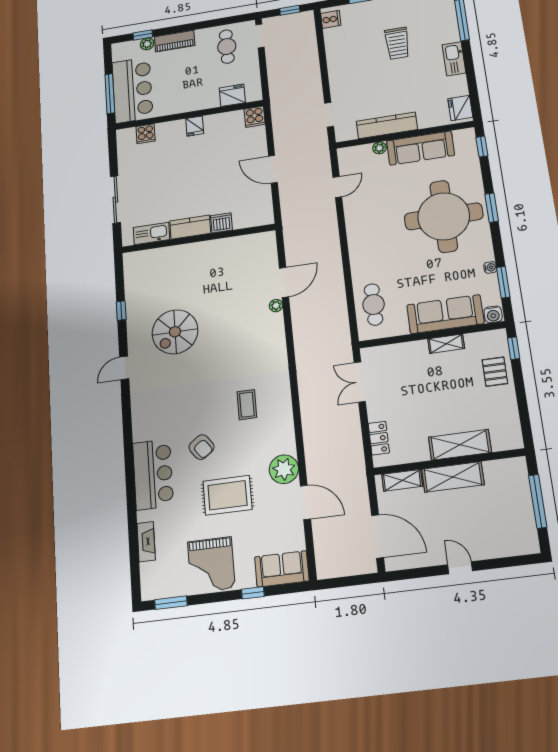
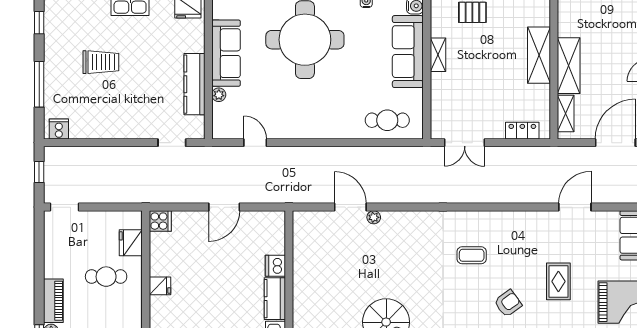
cafe table: (227, 47) -> (106, 277), moved
plant: (284, 469) -> (540, 225), removed
rug: (227, 495) -> (558, 281), width x0.73, depth x0.70

